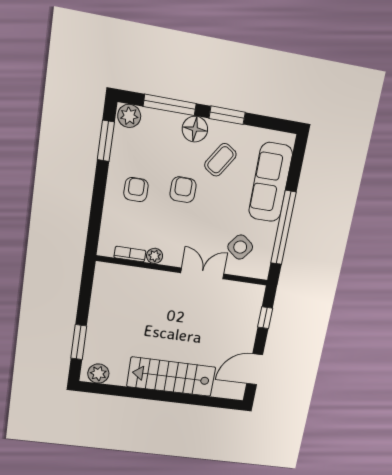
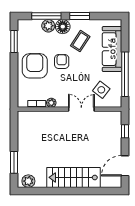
plant: (129, 116) -> (48, 26), moved
armchair: (136, 190) -> (35, 66), width x1.88, depth x1.88

